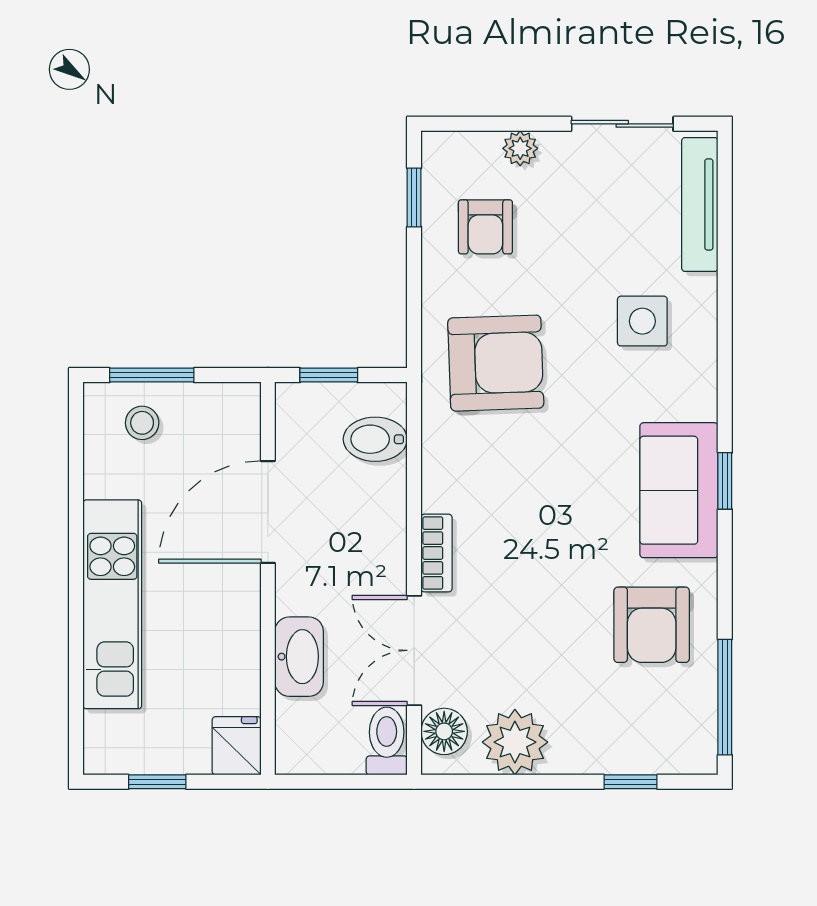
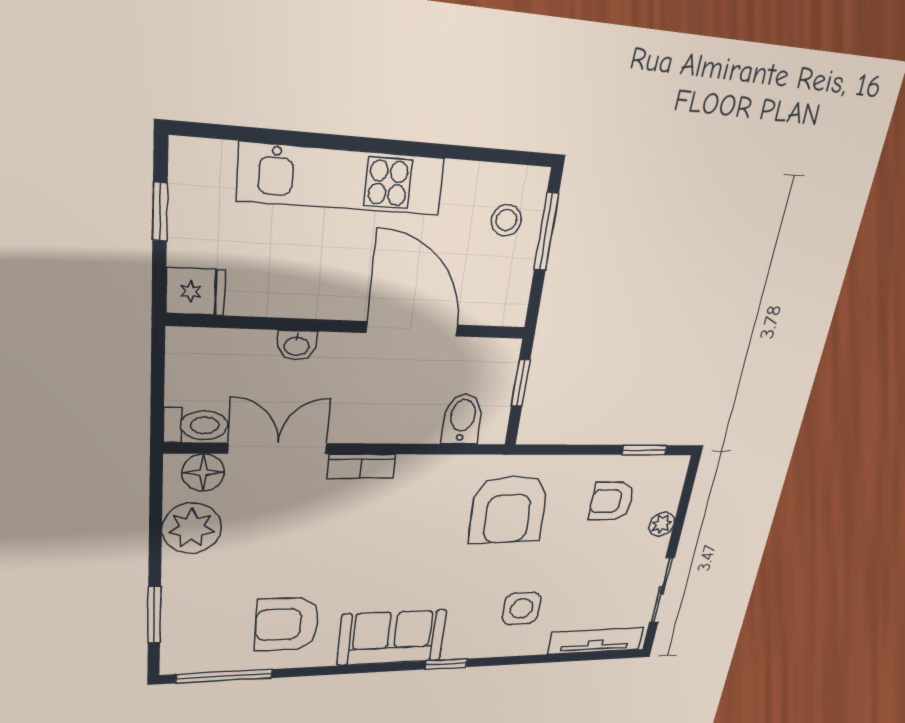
window: (725, 481) -> (446, 664), moved
washbasin: (299, 657) -> (297, 345), width x0.52, depth x0.69
window: (630, 782) -> (154, 615), width x1.50

